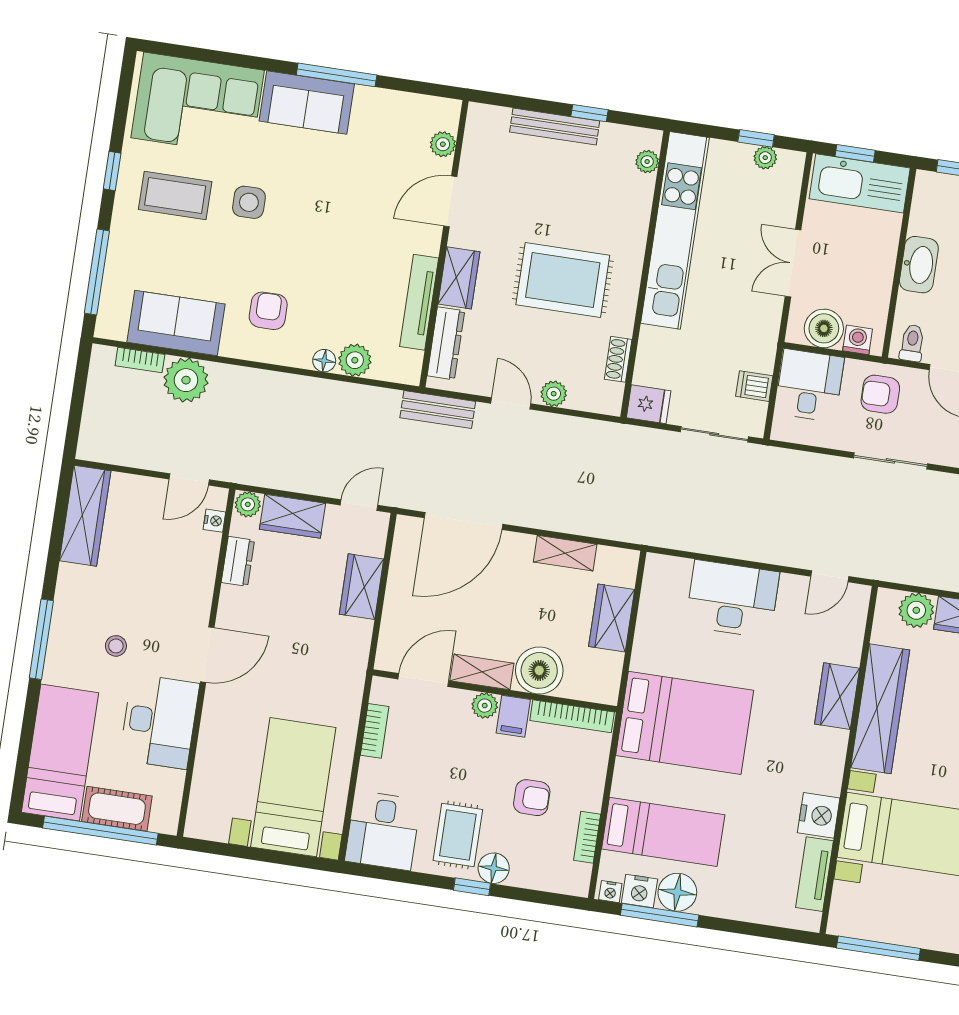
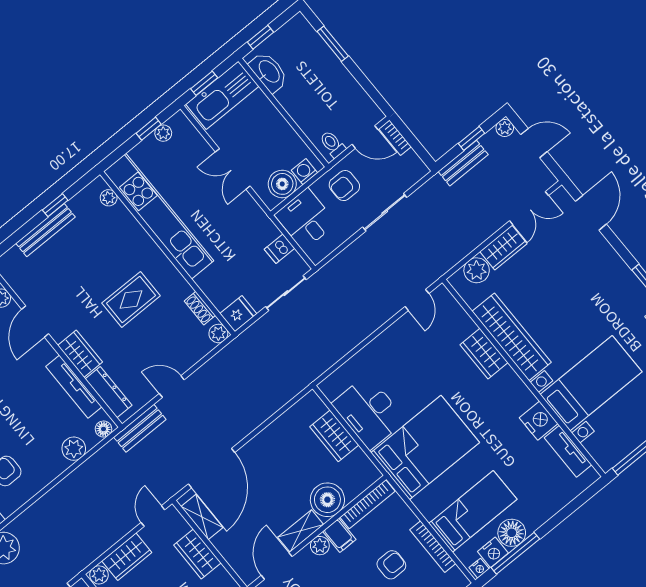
washbasin: (919, 265) -> (269, 72), moved
rug: (563, 280) -> (131, 299), width x0.73, depth x0.70
floor lamp: (324, 361) -> (103, 429), moved
plant: (554, 394) -> (218, 333), moved
shelving: (565, 553) -> (202, 517), moved, turned 90
desk: (732, 599) -> (369, 412), moved, turned -90
bookcase: (587, 837) -> (433, 547), width x1.56

